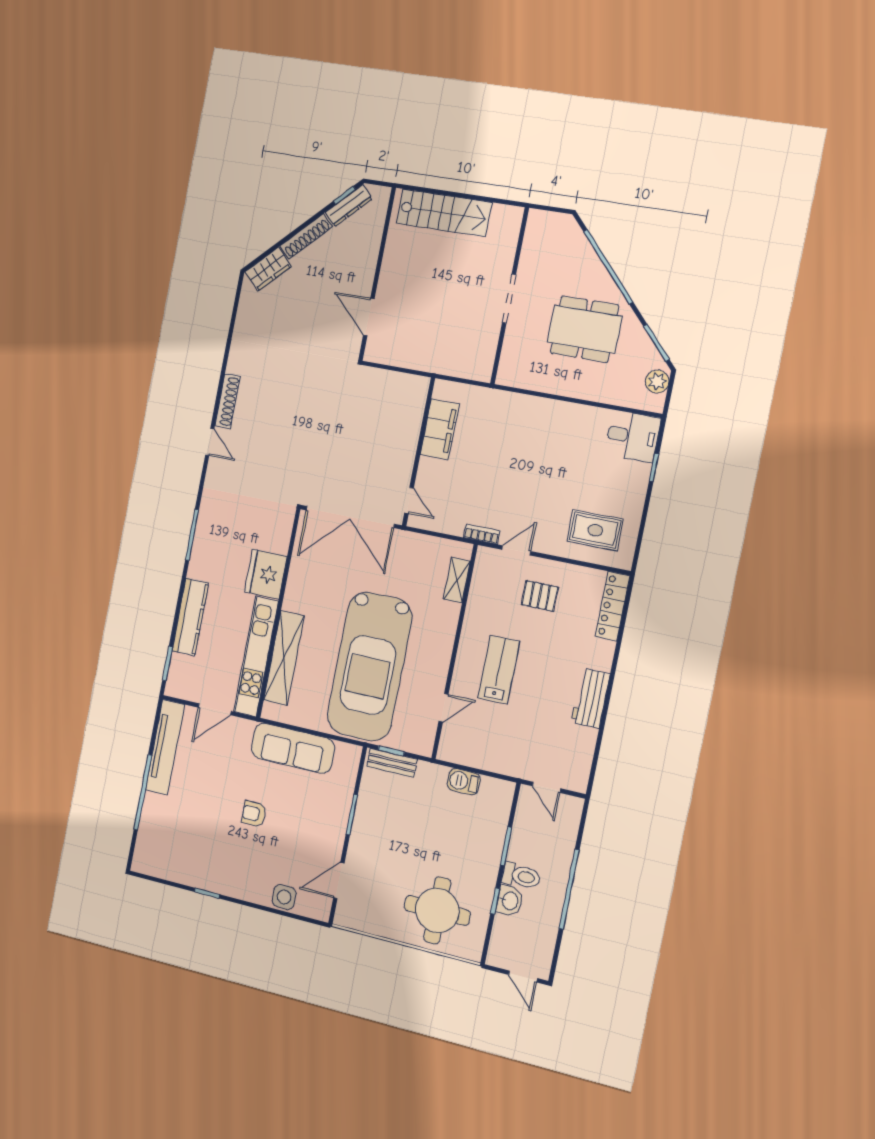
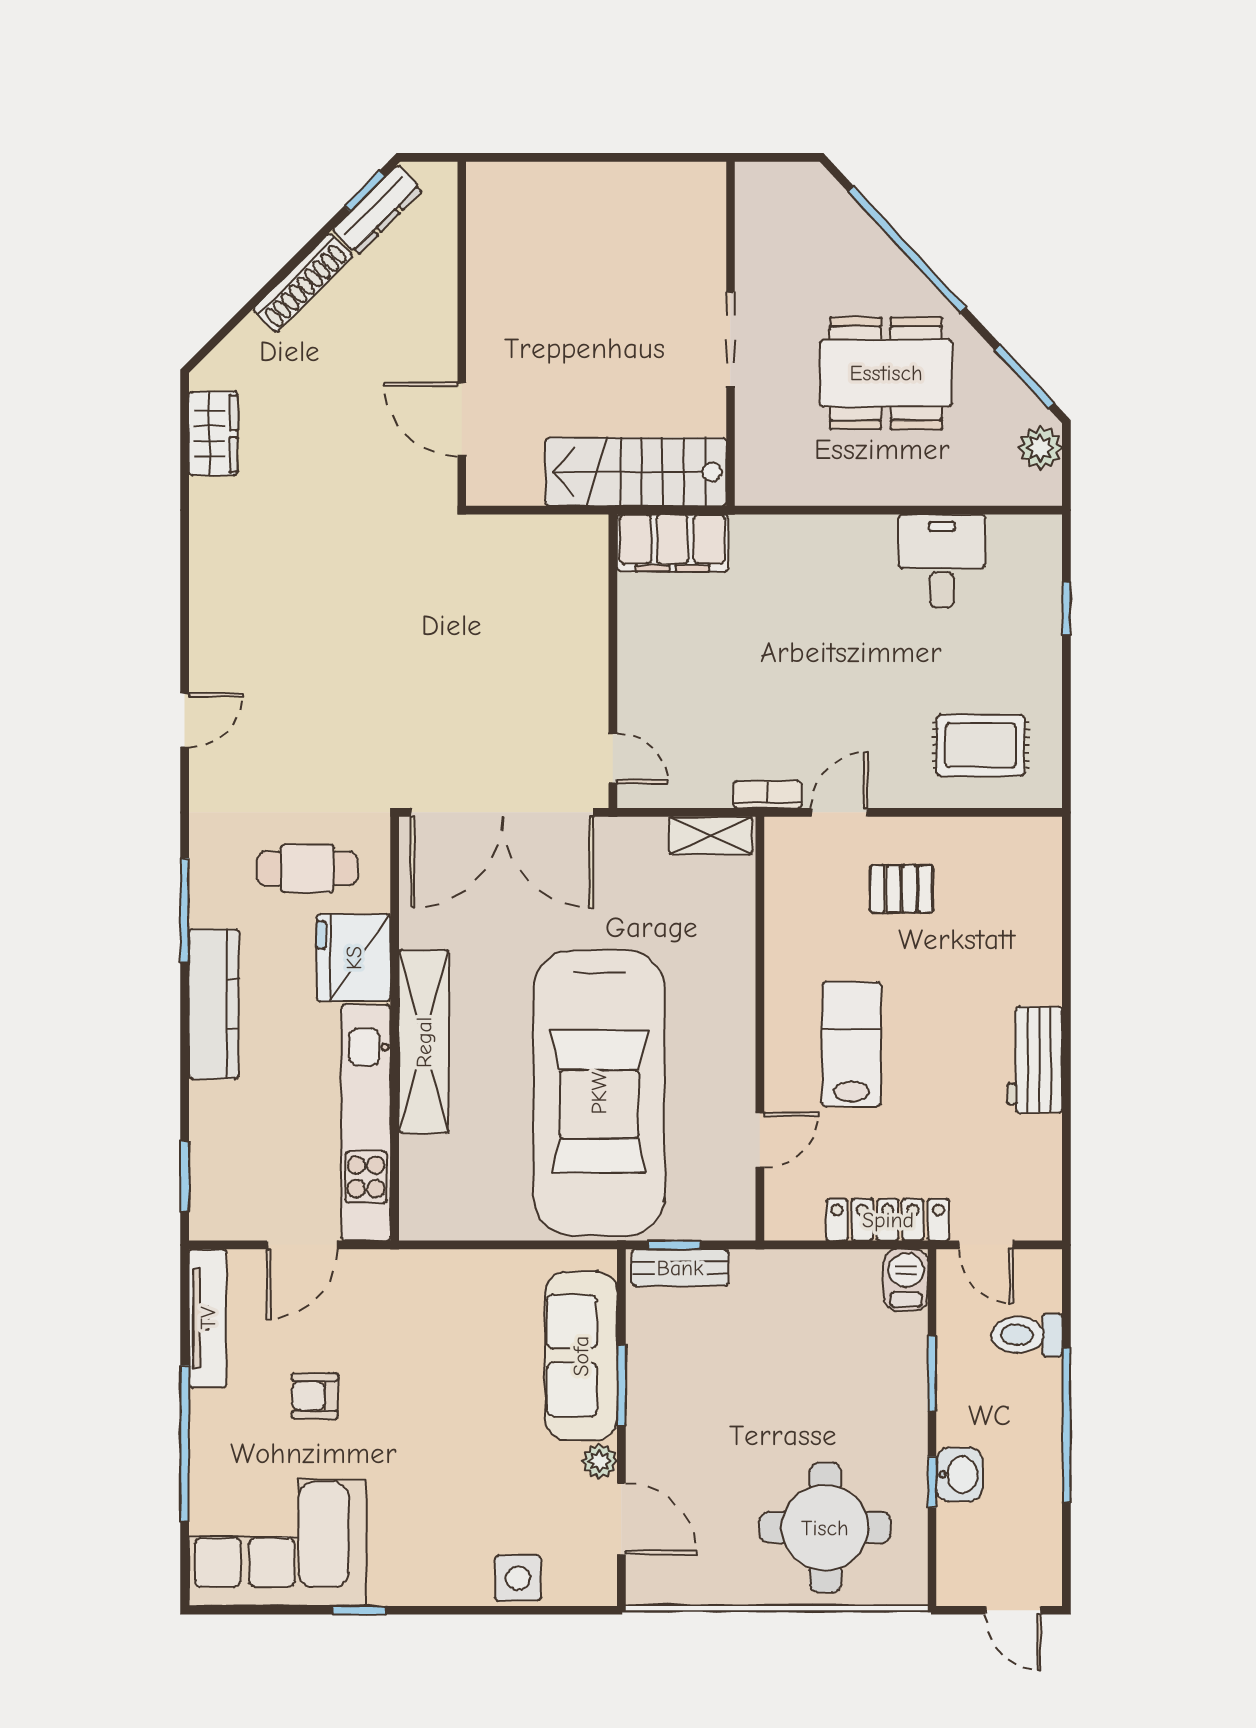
stairs: (444, 213) -> (636, 472), moved, turned 180
wardrobe: (268, 269) -> (213, 434), moved, turned -45
shoe rack: (227, 401) -> (205, 633), removed
filing cabinet: (440, 429) -> (672, 543), moved, turned 90
desk: (633, 436) -> (942, 561), moved, turned -90
door: (210, 442) -> (185, 720), hinge flipped
cafe table: (253, 526) -> (307, 868), added
shelving: (457, 580) -> (711, 835), moved, turned 90
locker: (612, 606) -> (888, 1220), moved, turned 90
kitchen counter: (190, 617) -> (214, 1004), moved
shelving: (284, 658) -> (424, 1042), moved
tv unit: (165, 747) -> (208, 1318), width x0.73, depth x0.78
sofa: (293, 748) -> (581, 1356), moved, turned 90
barbecue: (464, 782) -> (906, 1280), moved, turned 90
armchair: (254, 814) -> (315, 1396), moved
plant: (334, 849) -> (600, 1461), added
corner sofa: (176, 851) -> (278, 1543), added
toilet: (521, 876) -> (1027, 1335), moved, turned 180
door: (339, 881) -> (621, 1519), swing flipped

